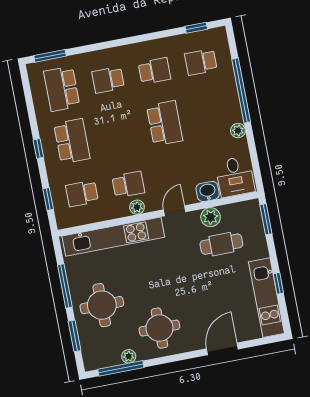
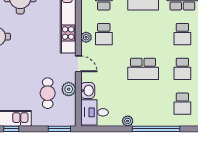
school desk: (201, 62) -> (182, 104), turned 180
school desk: (108, 80) -> (182, 34), turned 180

